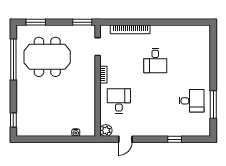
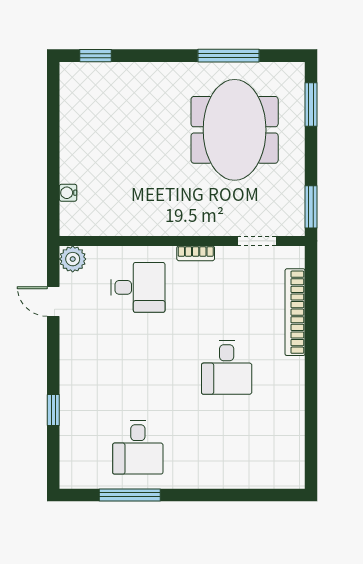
window: (13, 60) -> (229, 56), width x0.68
desk: (155, 60) -> (227, 367), turned -90

